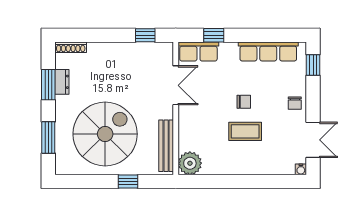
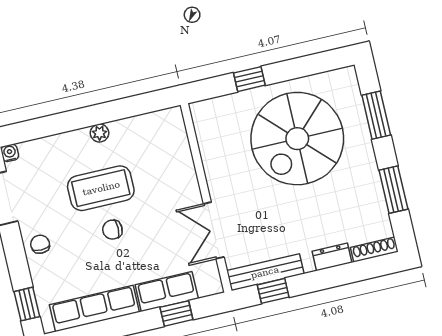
row of seats: (198, 51) -> (167, 292), moved
dresser: (62, 82) -> (332, 257), moved, turned 90
coffee table: (245, 131) -> (101, 188), width x1.36, depth x1.32
bench: (166, 146) -> (265, 272), moved, turned 90
plant: (190, 163) -> (99, 133), moved, width x0.53, depth x0.53

